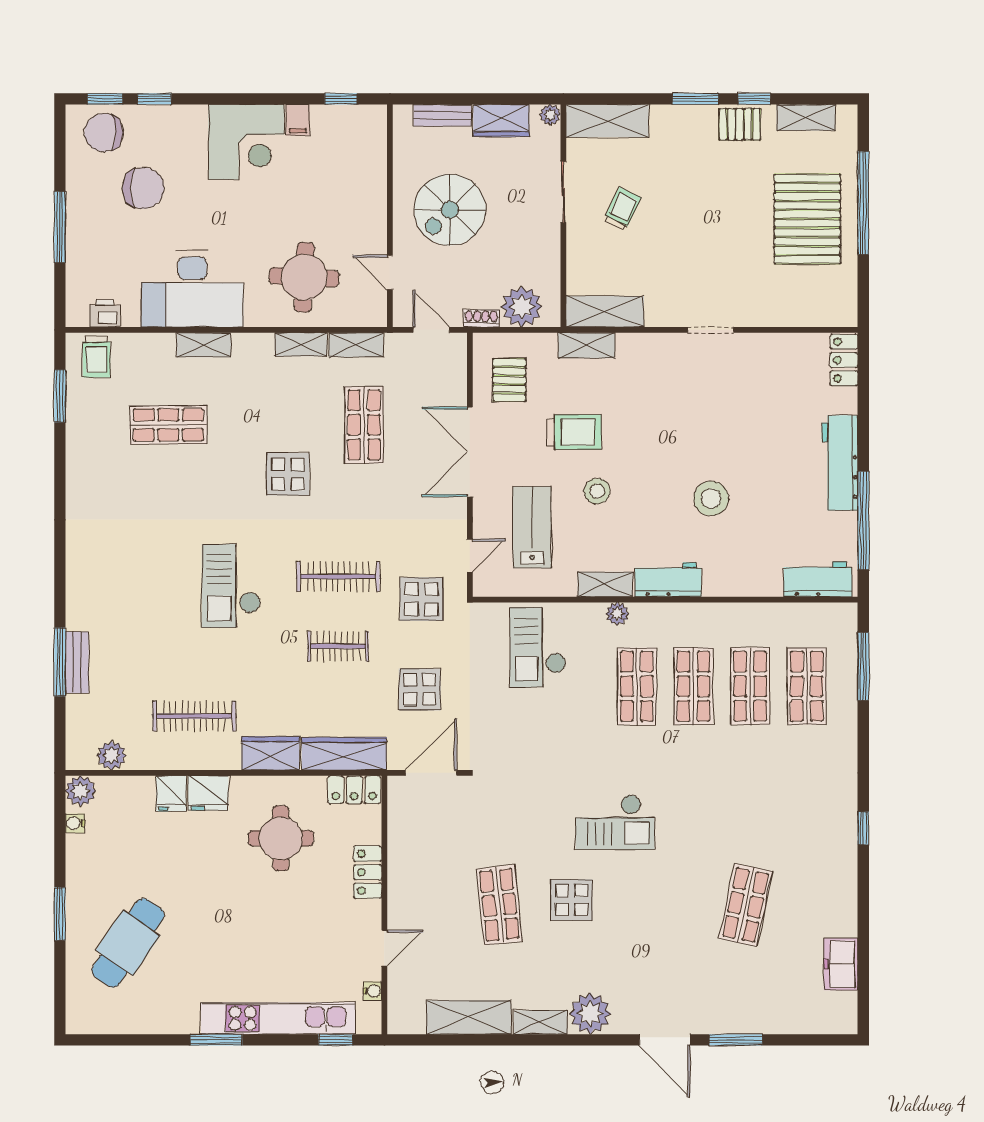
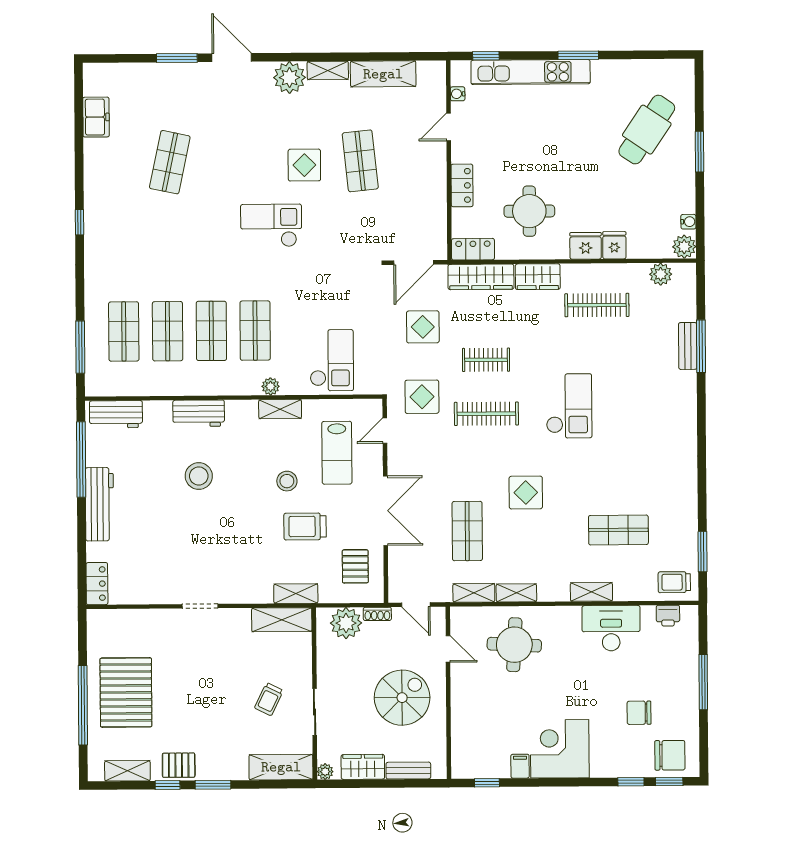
chair: (143, 188) -> (639, 713), width x0.73, depth x0.73
desk: (192, 289) -> (611, 628), width x0.73, depth x0.77
trolley: (96, 357) -> (674, 582), turned -90
workbench: (668, 580) -> (199, 413), moved

